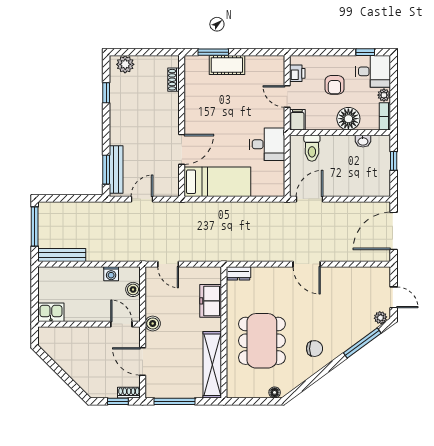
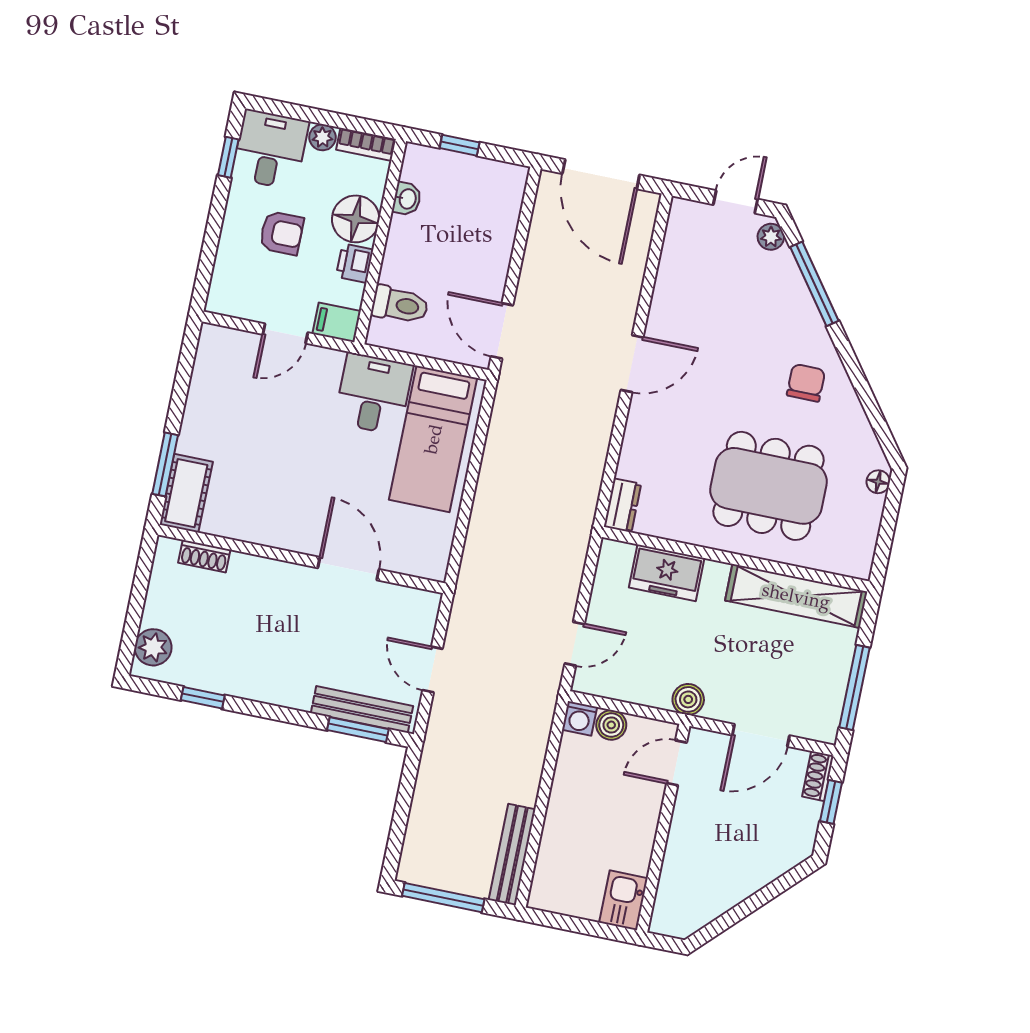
cot: (227, 65) -> (186, 493), moved
printer: (297, 73) -> (355, 263), moved, turned -90
bed: (217, 182) -> (433, 439), moved, turned 180
washing machine: (111, 274) -> (580, 718), moved, turned 90

